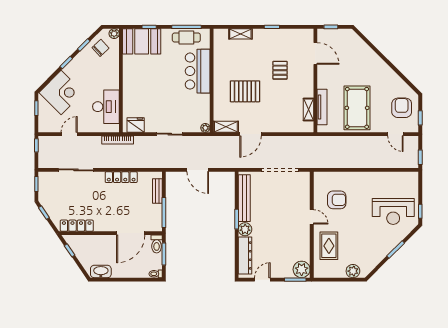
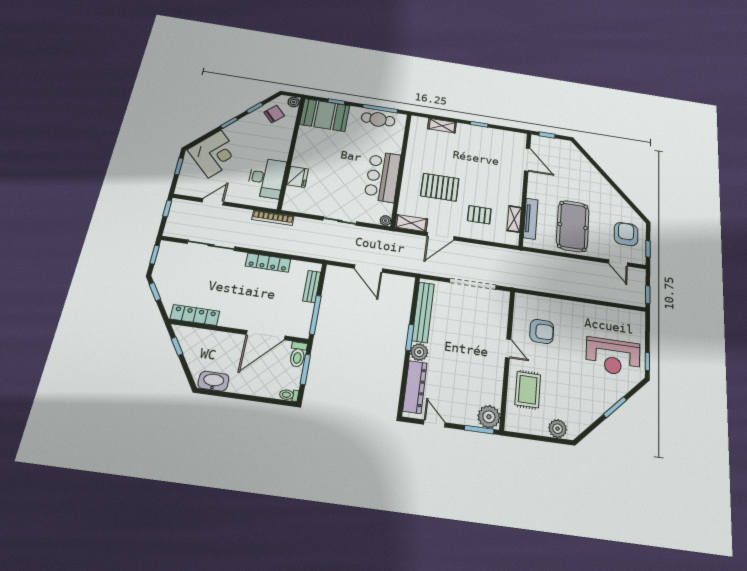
pallet: (280, 70) -> (479, 215), moved, turned 90
bar counter: (198, 71) -> (383, 177), moved
fridge: (136, 125) -> (298, 177), moved, turned 90
door: (262, 280) -> (434, 423), hinge flipped

